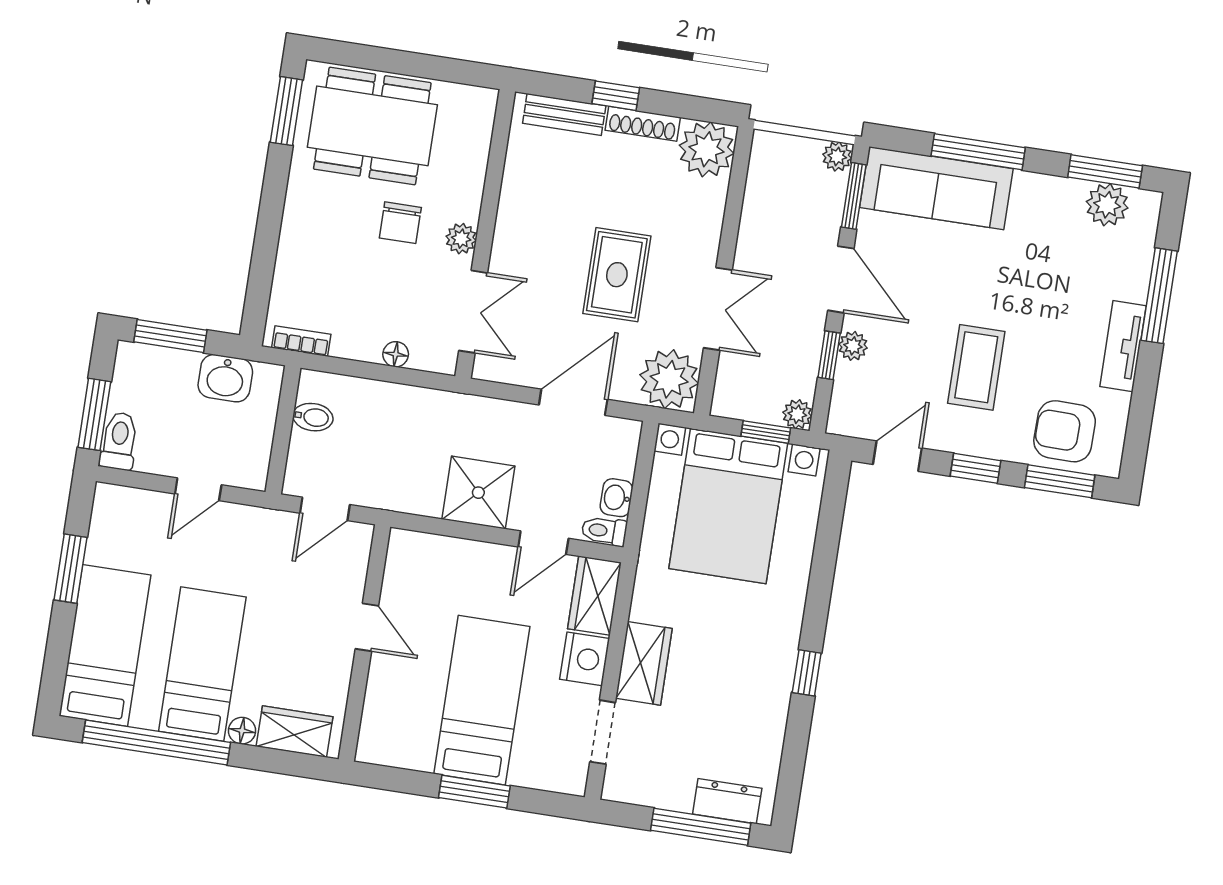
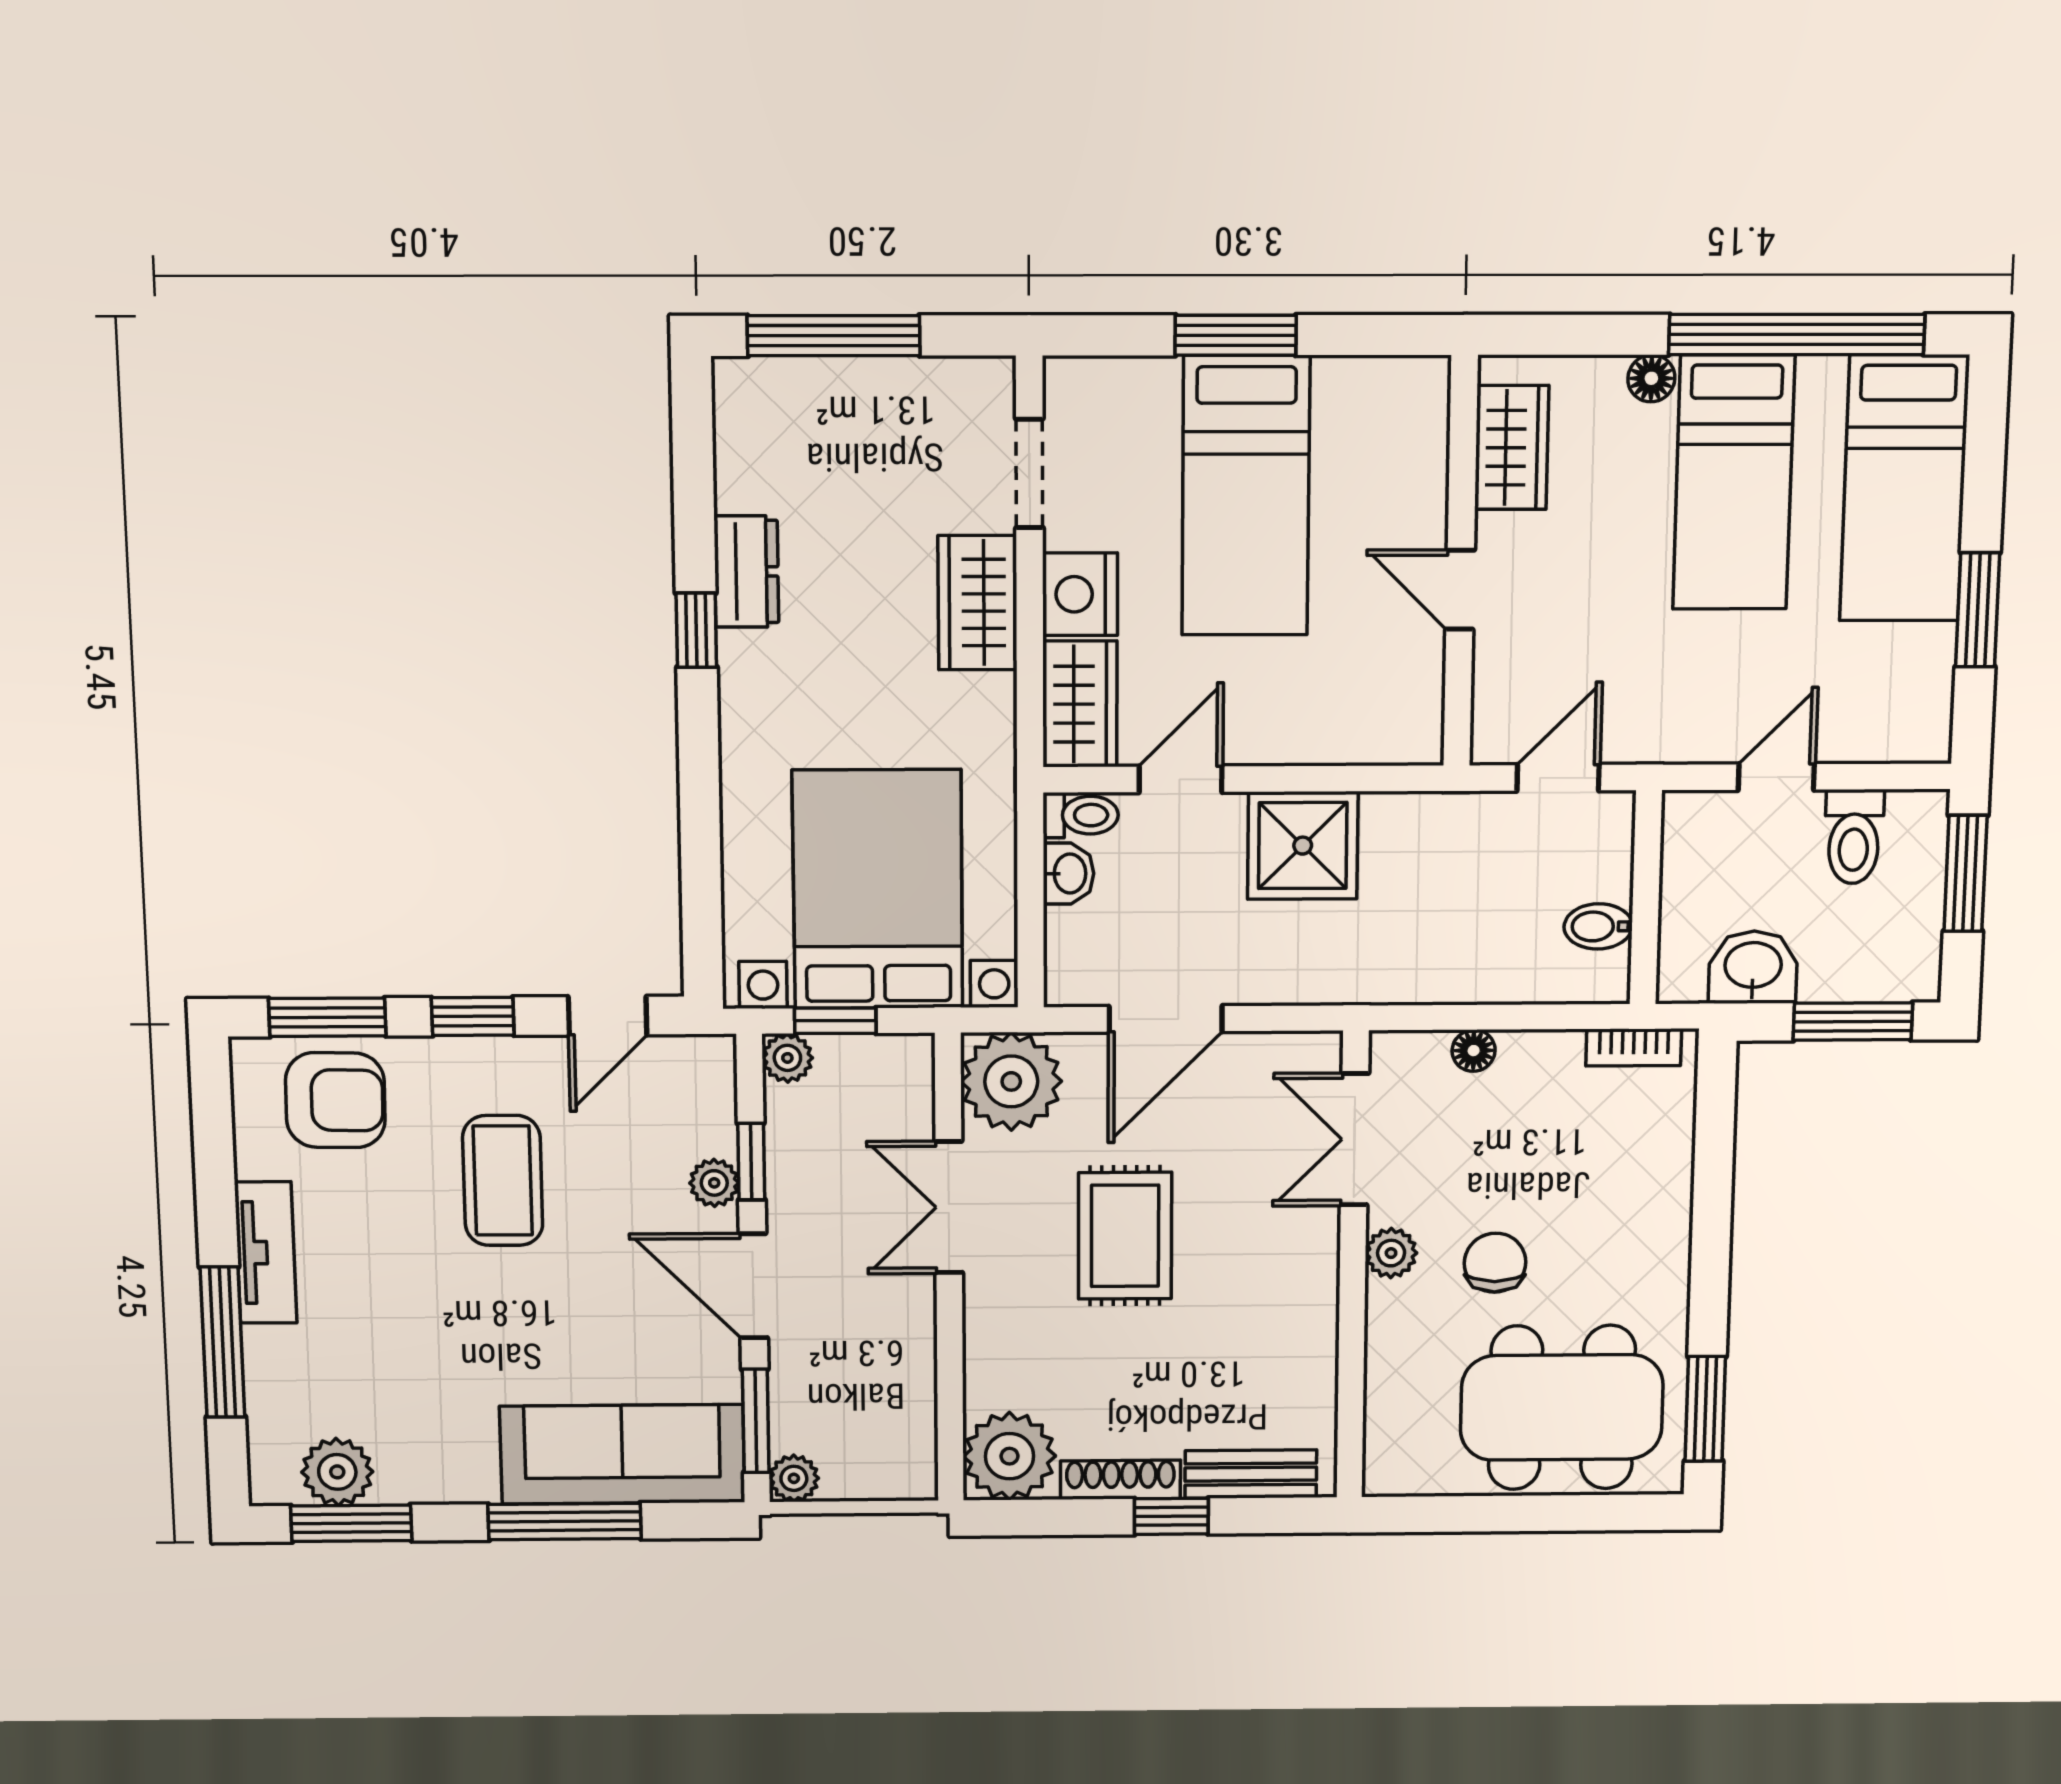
toilet: (119, 441) -> (1854, 837), moved
wardrobe: (295, 732) -> (1512, 448), moved, turned -90
dresser: (727, 801) -> (746, 571), moved, turned -90

